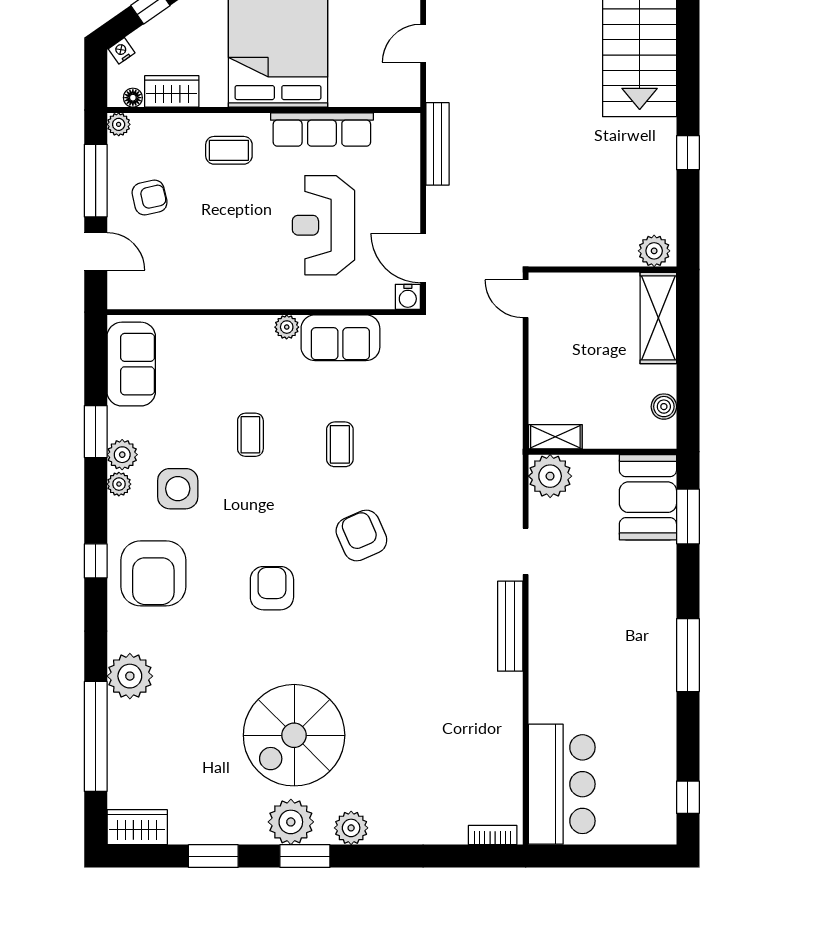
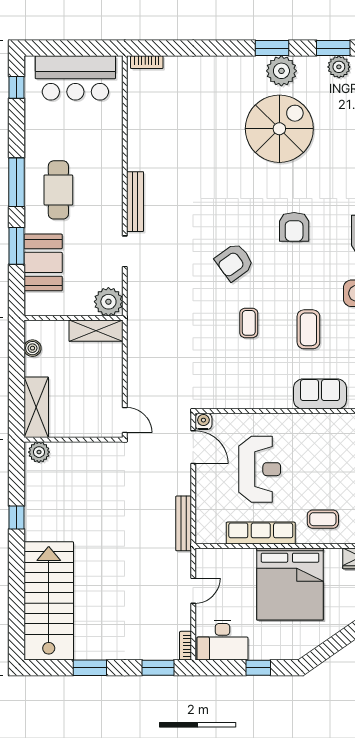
plant: (287, 327) -> (284, 401), removed
sofa: (340, 338) -> (320, 394), moved
coffee table: (250, 435) -> (308, 329), width x1.36, depth x1.30
shelving: (555, 437) -> (96, 331), width x1.50, depth x1.33
booth: (648, 497) -> (43, 262), moved
window: (688, 516) -> (16, 246), moved
armchair: (361, 536) -> (234, 262), turned 78
cafe table: (625, 644) -> (58, 190), added
bar counter: (562, 784) -> (75, 78), moved, turned -90
plant: (351, 828) -> (339, 67), moved

